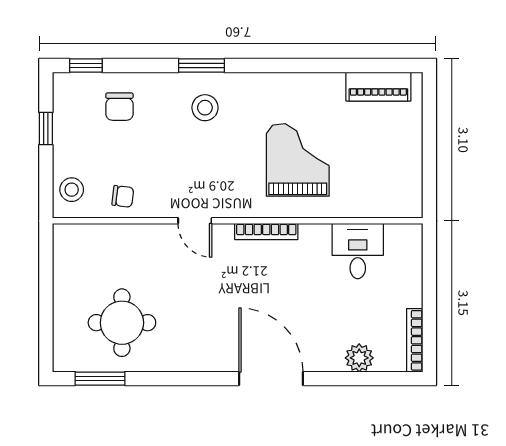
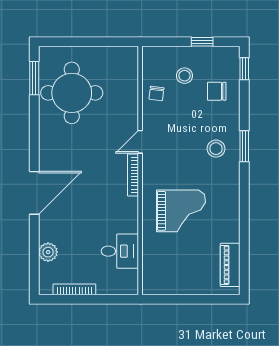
stool: (72, 190) -> (184, 76), moved
bookcase: (266, 231) -> (133, 175), moved
round table: (122, 323) -> (72, 93), width x1.36, depth x1.36
bookcase: (415, 340) -> (74, 289), moved

